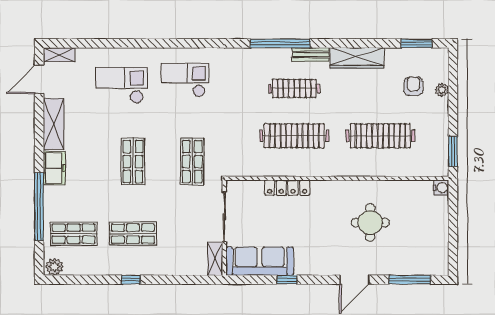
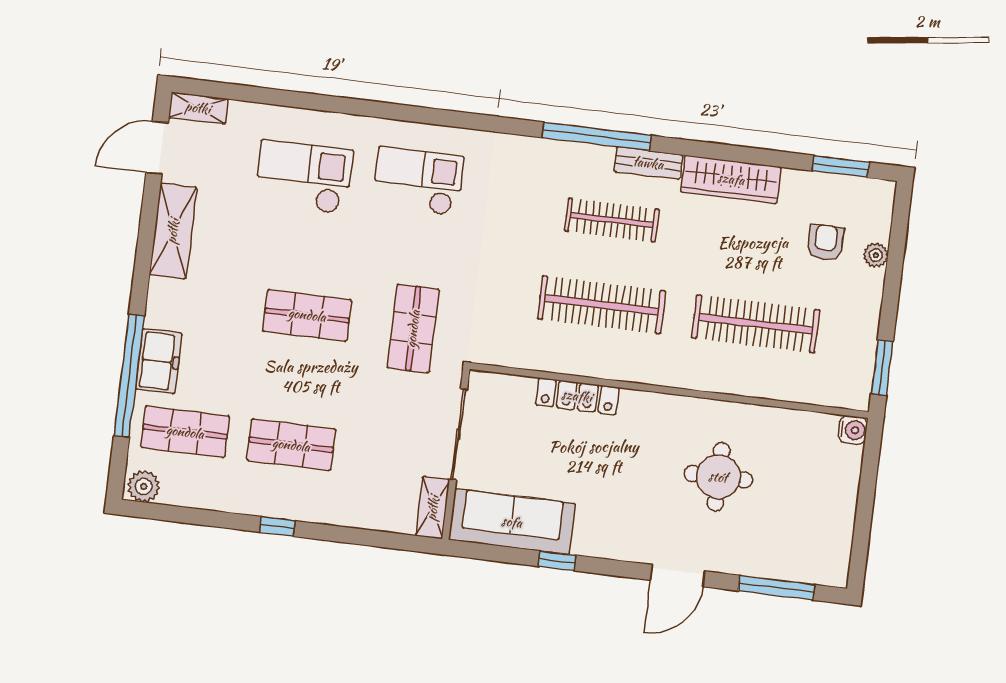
shop shelf: (133, 162) -> (307, 315), turned 90
freezer: (54, 168) -> (159, 361), moved

